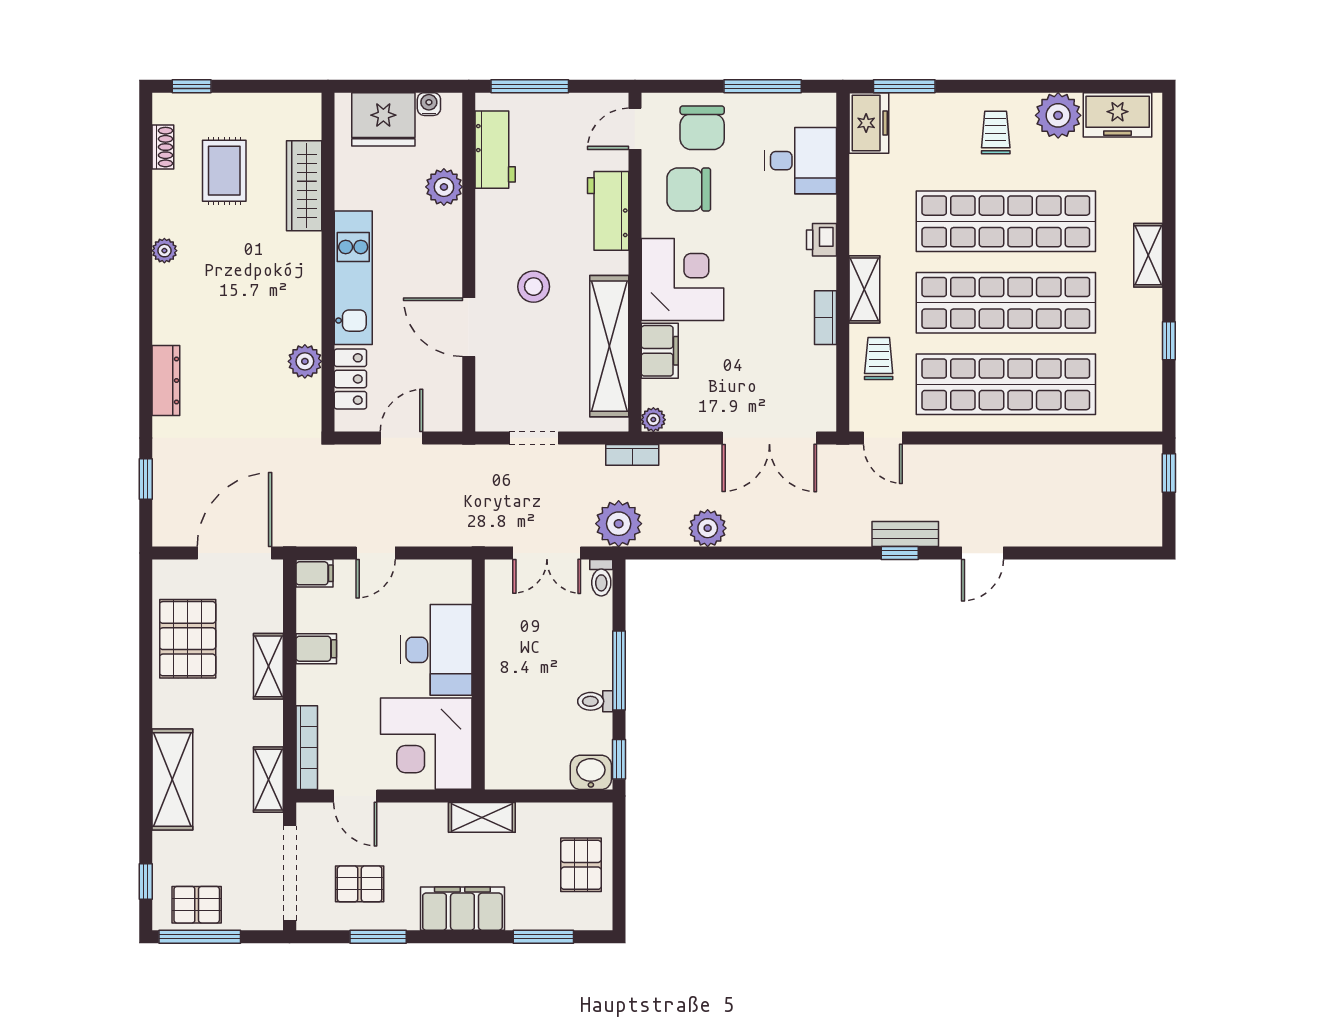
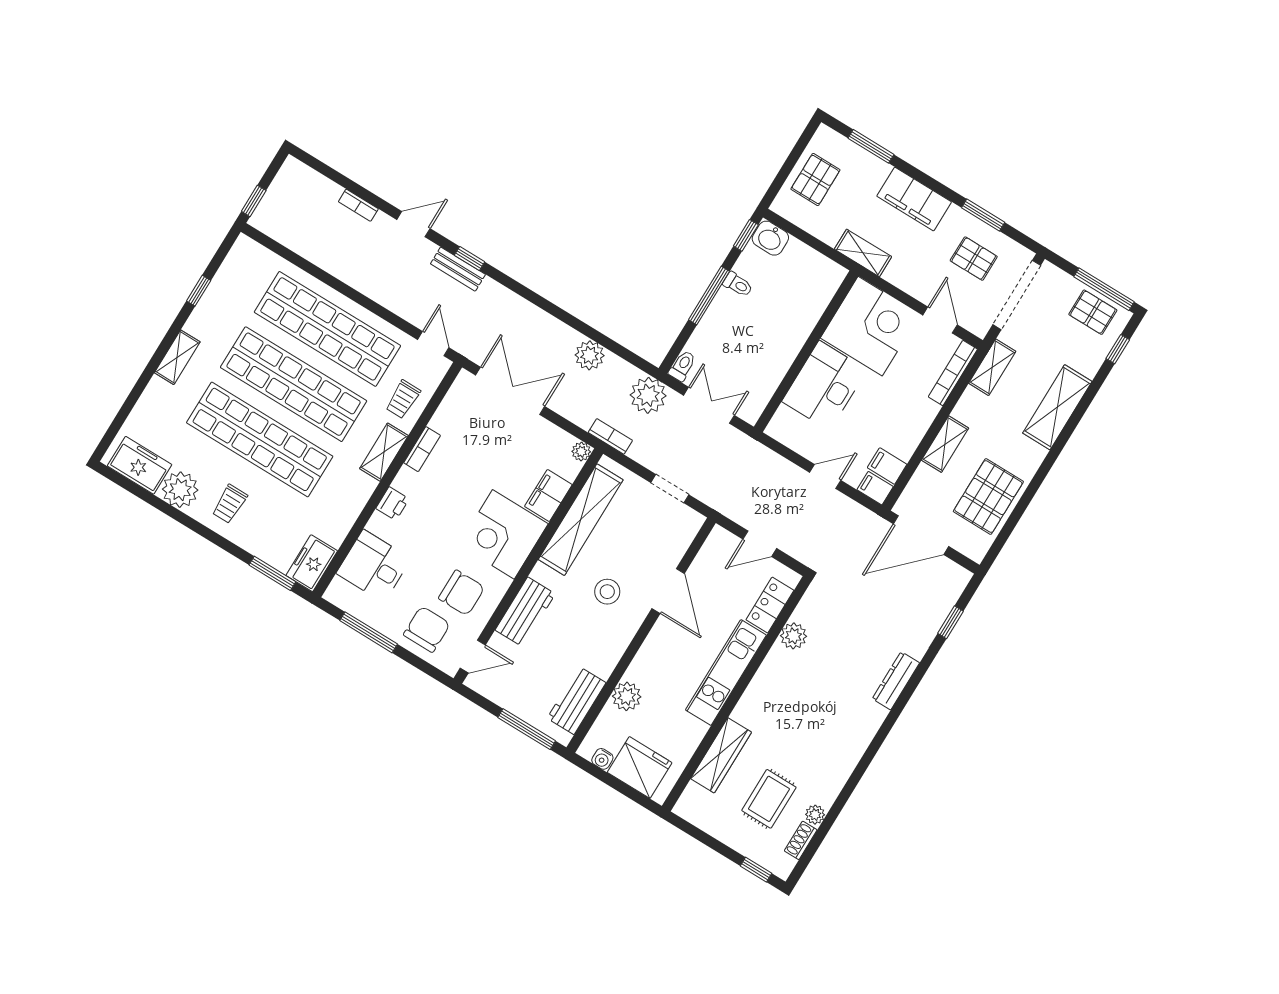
plant: (164, 251) -> (815, 815), moved
bookcase: (1054, 537) -> (358, 205), added
filing cabinet: (316, 649) -> (887, 466), moved

